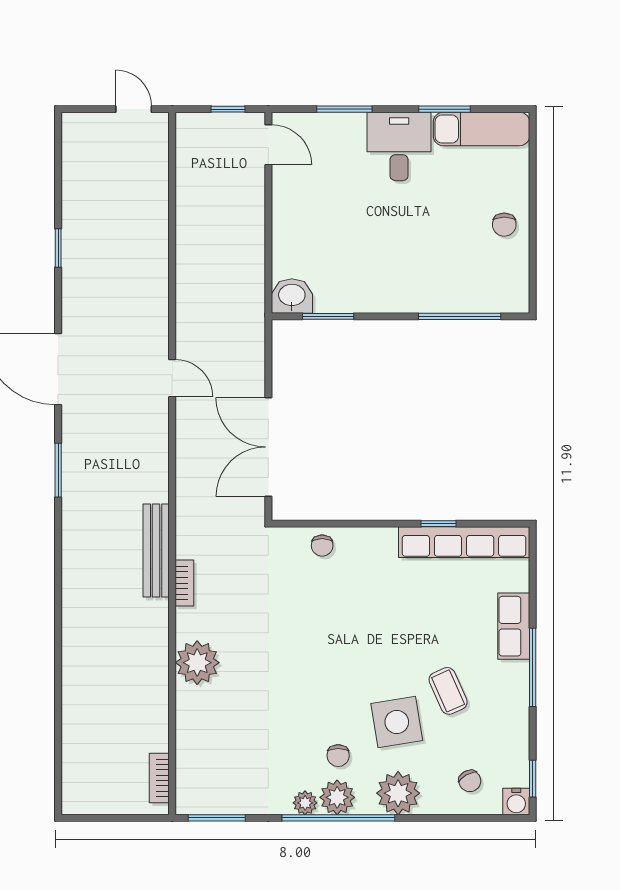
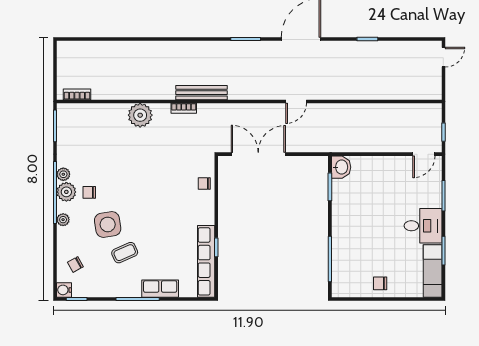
door: (134, 109) -> (443, 57), moved
plant: (398, 793) -> (63, 220), width x0.53, depth x0.53

